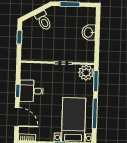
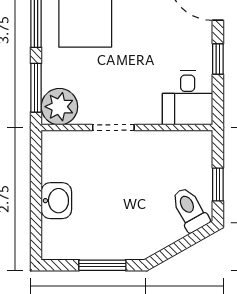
toilet: (43, 21) -> (190, 210), moved
desk: (31, 91) -> (188, 98), moved, turned 90

